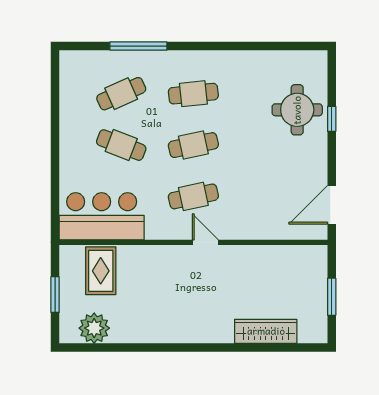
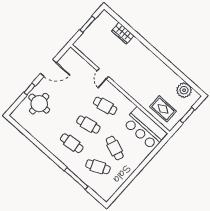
door: (332, 205) -> (48, 68), moved
door: (205, 242) -> (103, 74), moved
rug: (101, 271) -> (163, 109), turned 90
wardrobe: (266, 331) -> (123, 33), width x0.67

